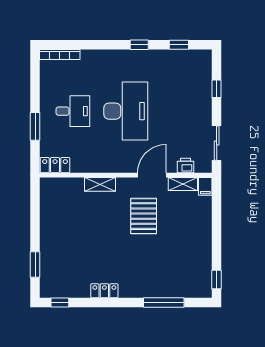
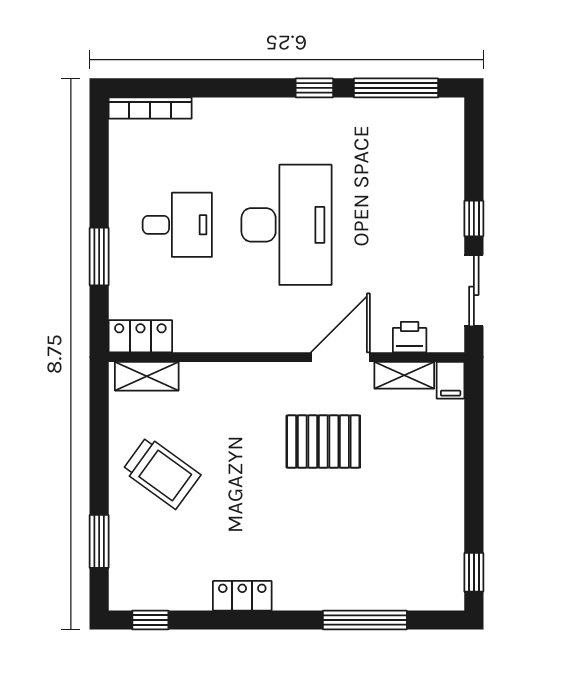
window: (179, 45) -> (396, 88), width x2.17
window: (217, 89) -> (474, 218), moved
shelving: (100, 184) -> (147, 376), moved
pallet: (144, 216) -> (323, 442), turned 90
trolley: (65, 231) -> (161, 473), added

